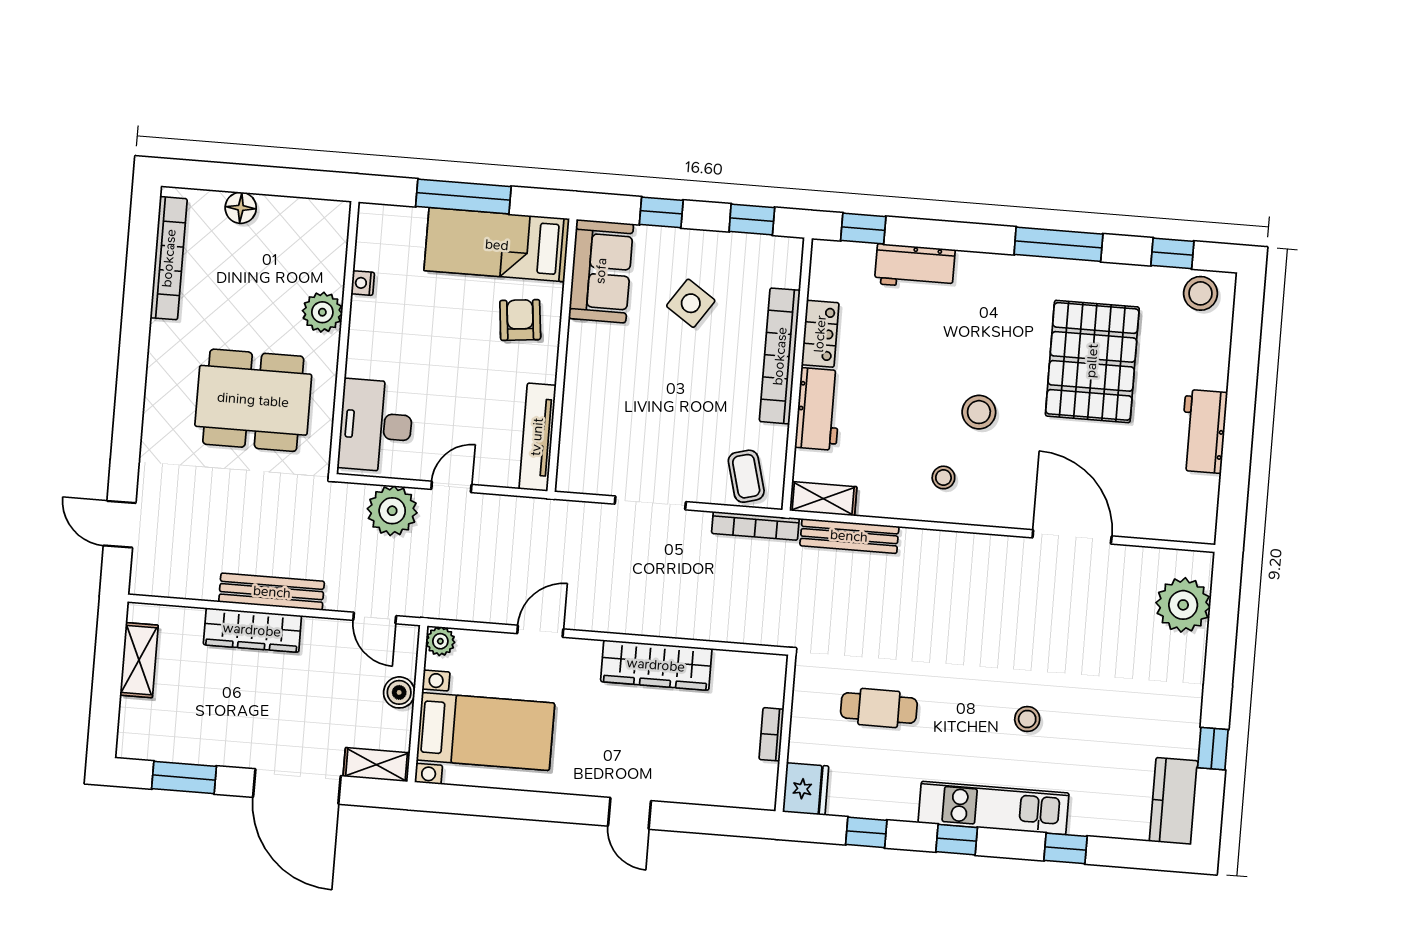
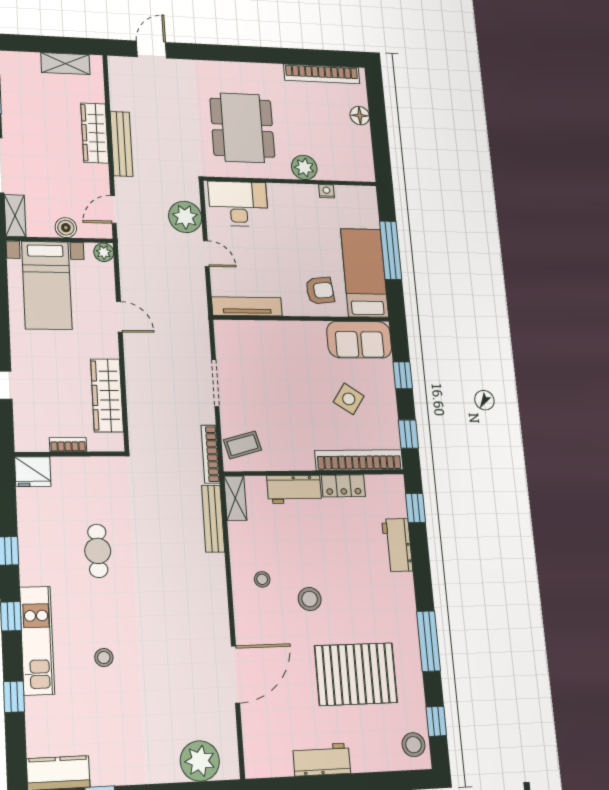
bookcase: (780, 356) -> (359, 460), moved
wall: (785, 733) -> (70, 454), moved
bookcase: (771, 734) -> (68, 445), moved
fridge: (806, 789) -> (33, 472), moved

